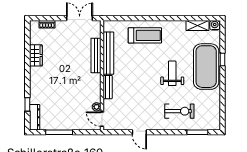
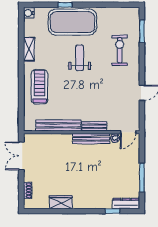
shelving: (198, 25) -> (29, 49), moved
bench: (96, 56) -> (91, 139), moved
weight bench: (172, 73) -> (80, 58), turned 90

